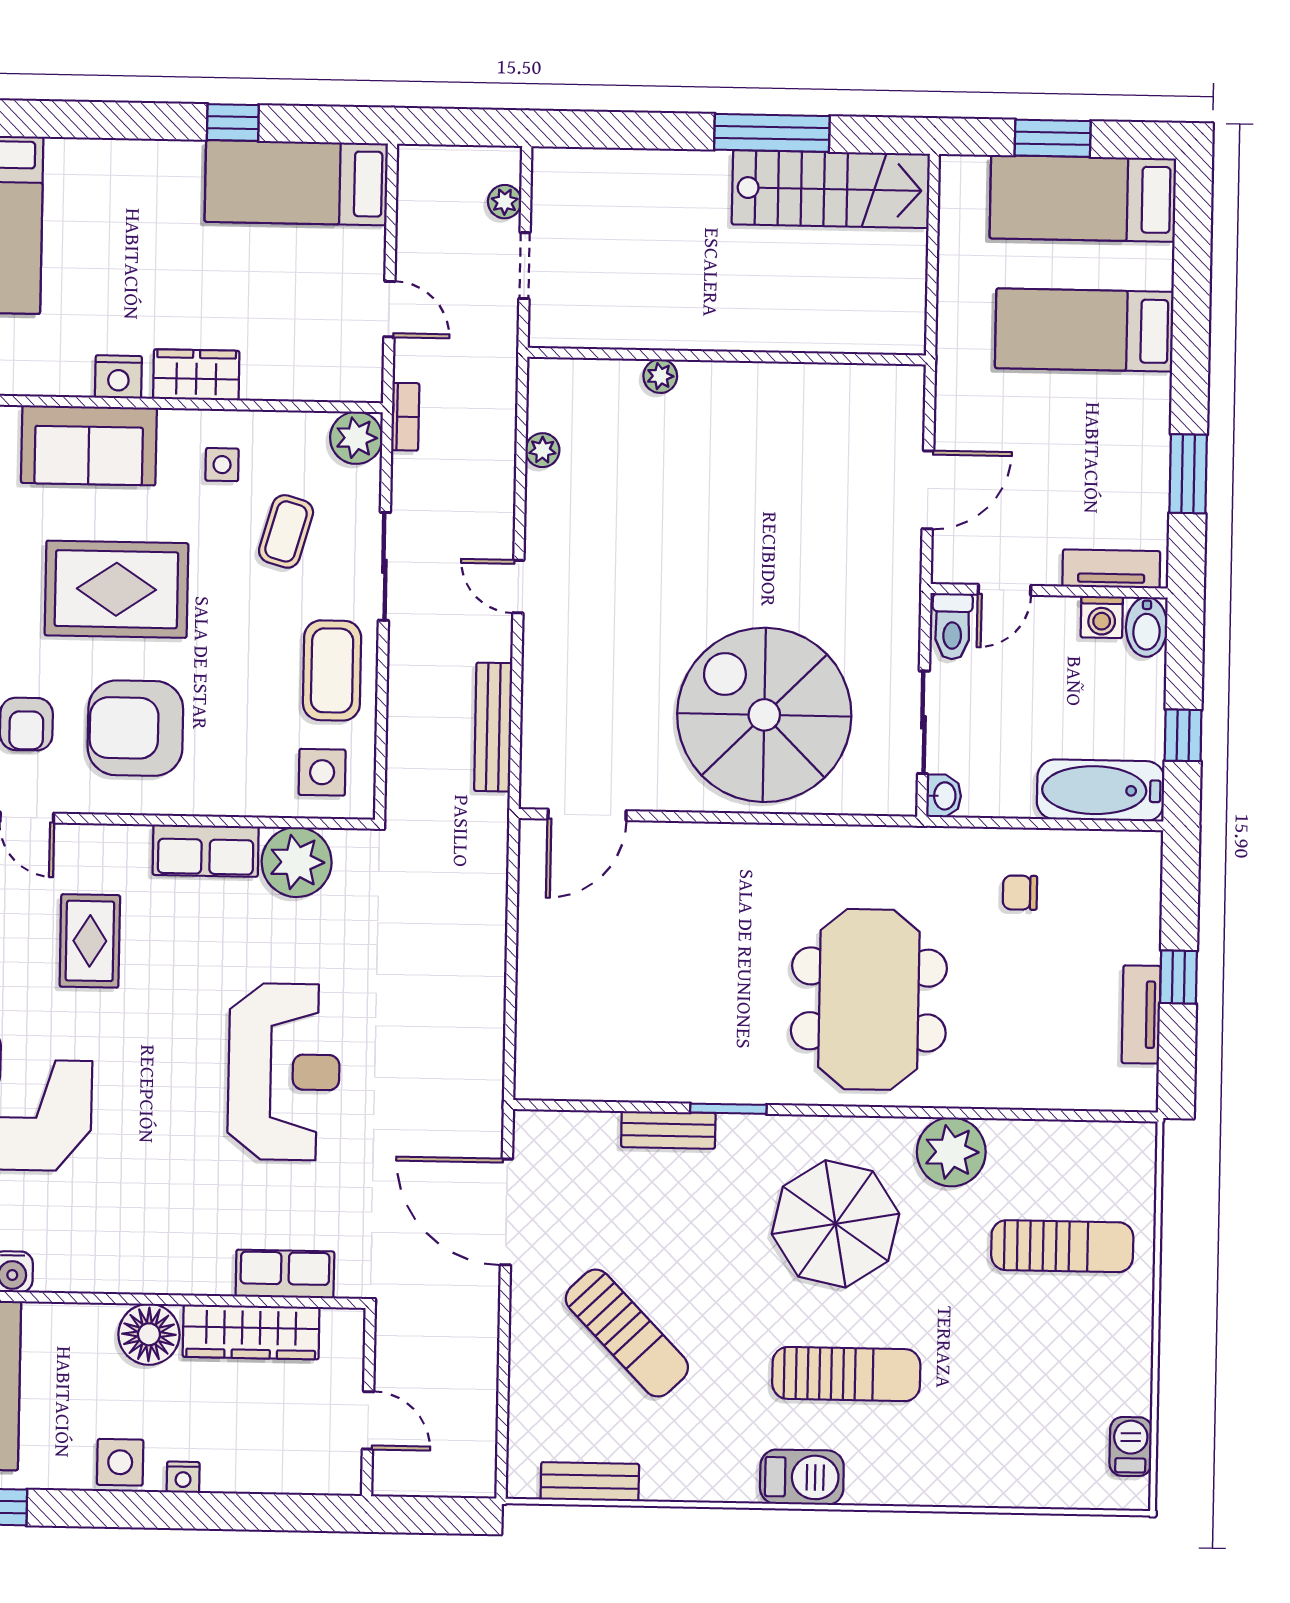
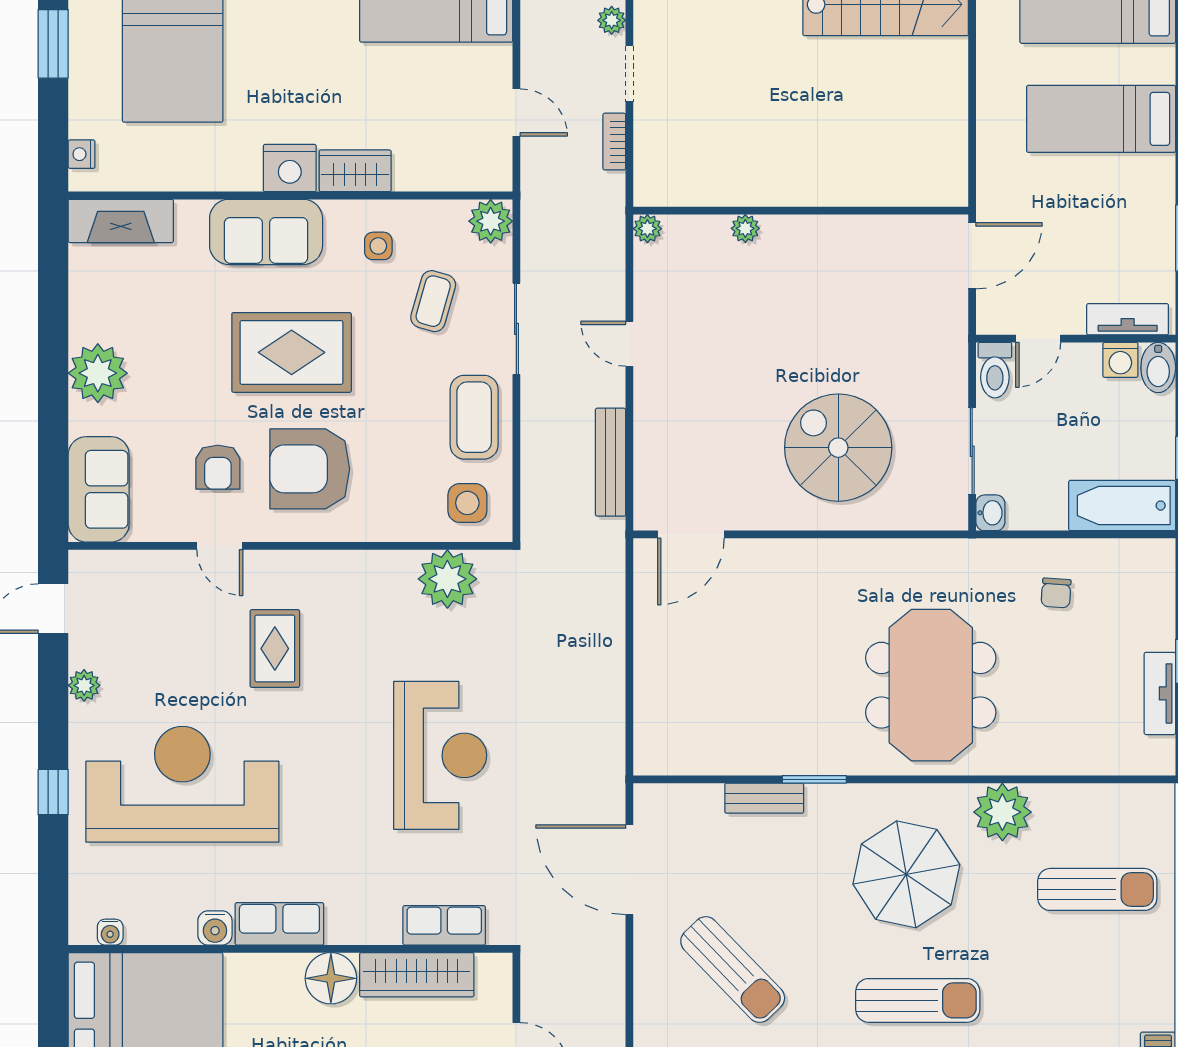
wall: (727, 356) -> (801, 211), moved
plant: (660, 376) -> (745, 228), moved
nightstand: (118, 377) -> (290, 168), width x1.36, depth x1.33
bookcase: (405, 417) -> (614, 142), moved, turned 180
spiral stairs: (764, 715) -> (838, 448), width x0.73, depth x0.73
row of seats: (206, 851) -> (279, 924), moved, turned 180
chair: (1020, 893) -> (1056, 593), turned -86

